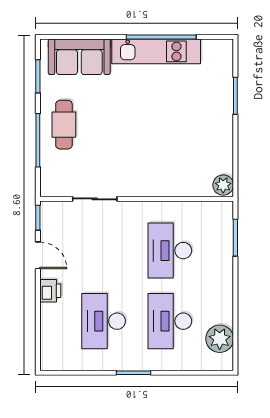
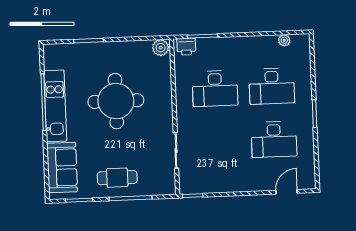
round table: (159, 127) -> (116, 101), added
door: (38, 255) -> (286, 192), moved
printer: (50, 291) -> (186, 47), moved, turned 180
plant: (220, 339) -> (284, 40), width x0.53, depth x0.53

